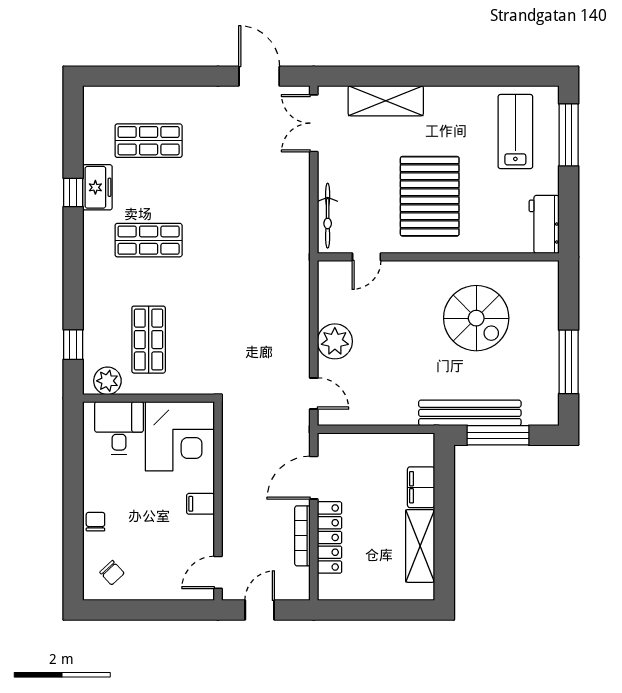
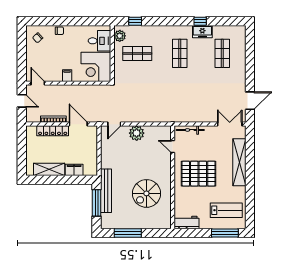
shelving: (386, 101) -> (239, 162), width x1.47

